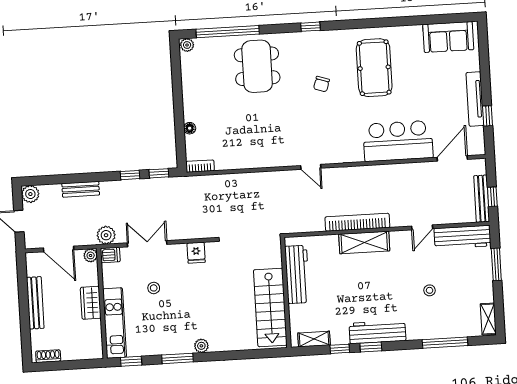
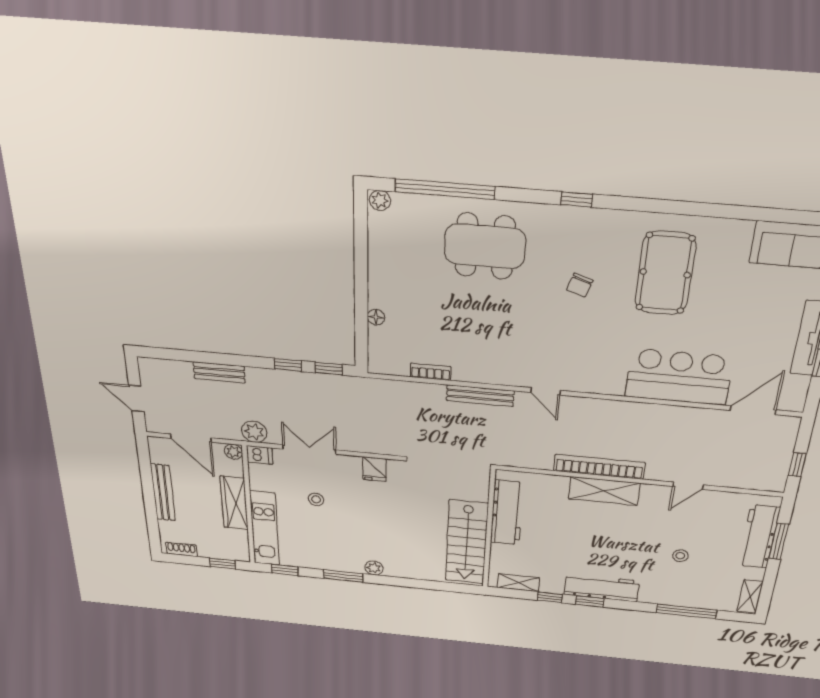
dining table: (257, 66) -> (485, 246), turned 90
bookcase: (200, 166) -> (431, 372), moved
plant: (30, 194) -> (150, 368), removed
bench: (482, 199) -> (480, 396), moved, turned 90
workbench: (462, 237) -> (759, 537), moved, turned 90
wardrobe: (91, 303) -> (234, 503), width x1.50
window: (81, 364) -> (223, 564), added

